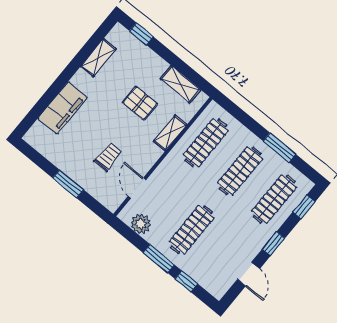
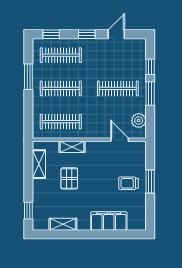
trolley: (108, 157) -> (129, 183), moved
door: (137, 188) -> (120, 140), swing flipped

